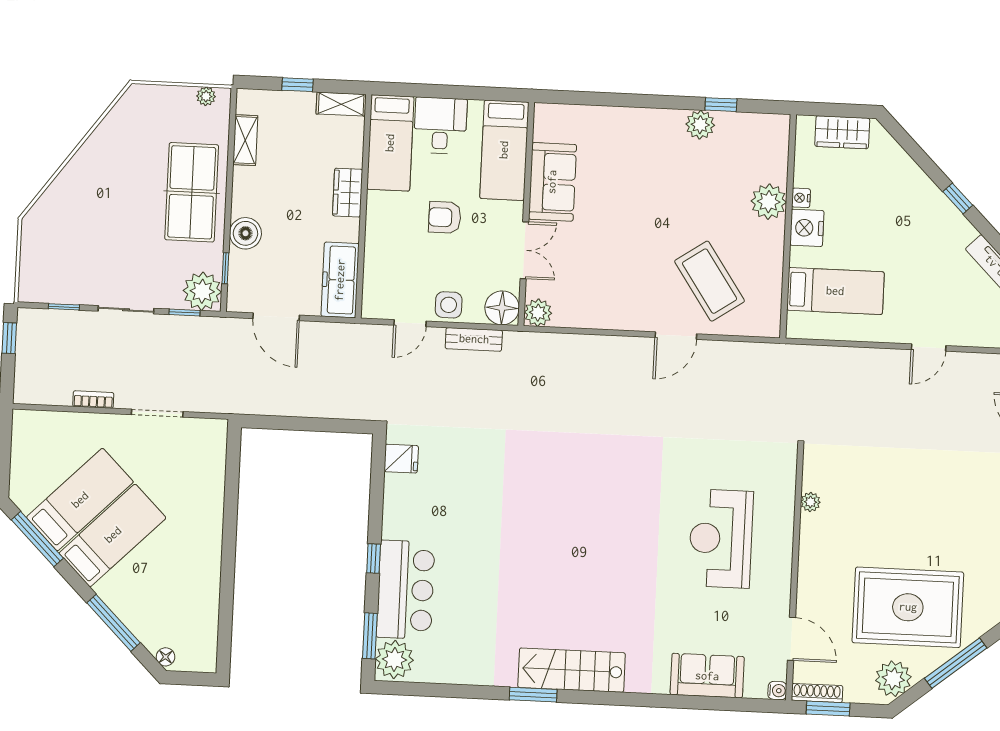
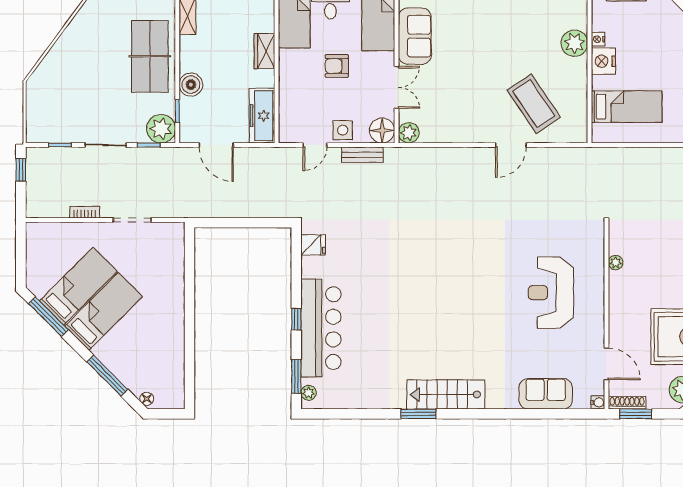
bar counter: (406, 590) -> (321, 328), width x1.36
plant: (394, 659) -> (309, 393), width x0.53, depth x0.53

